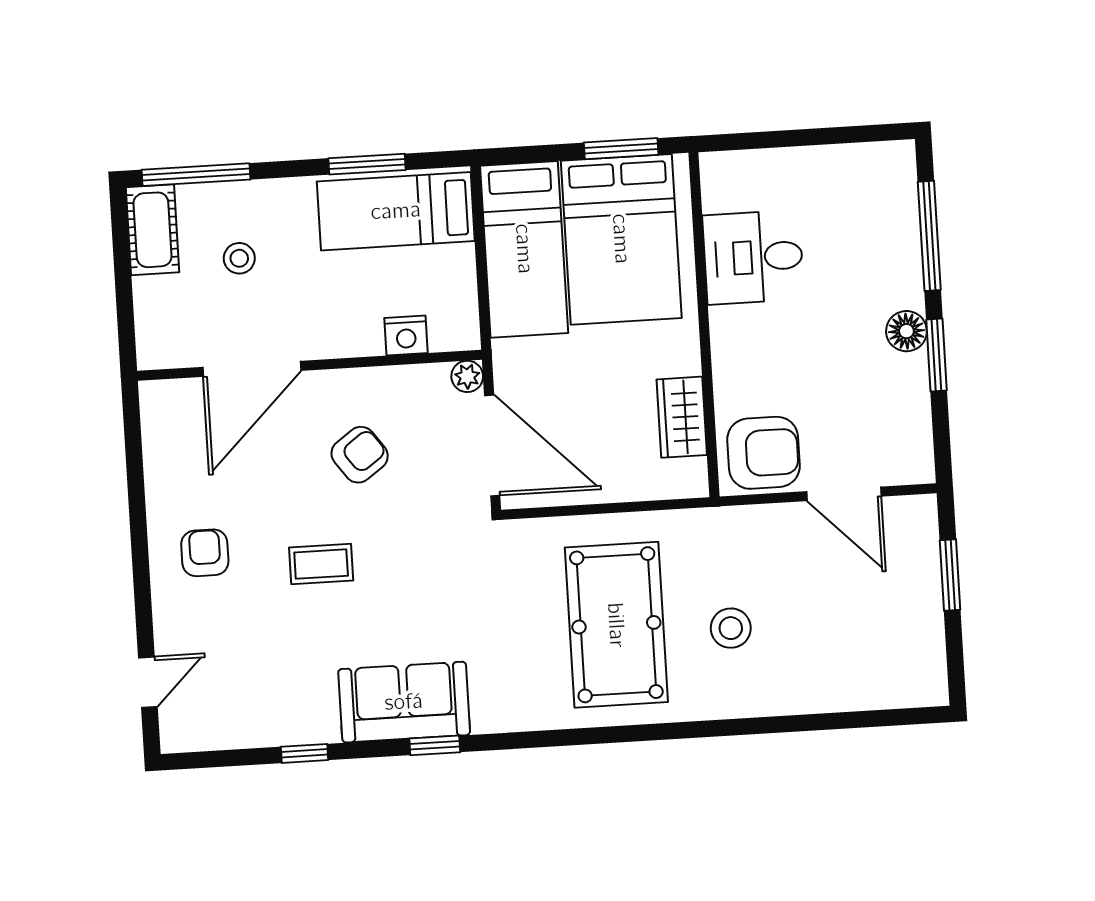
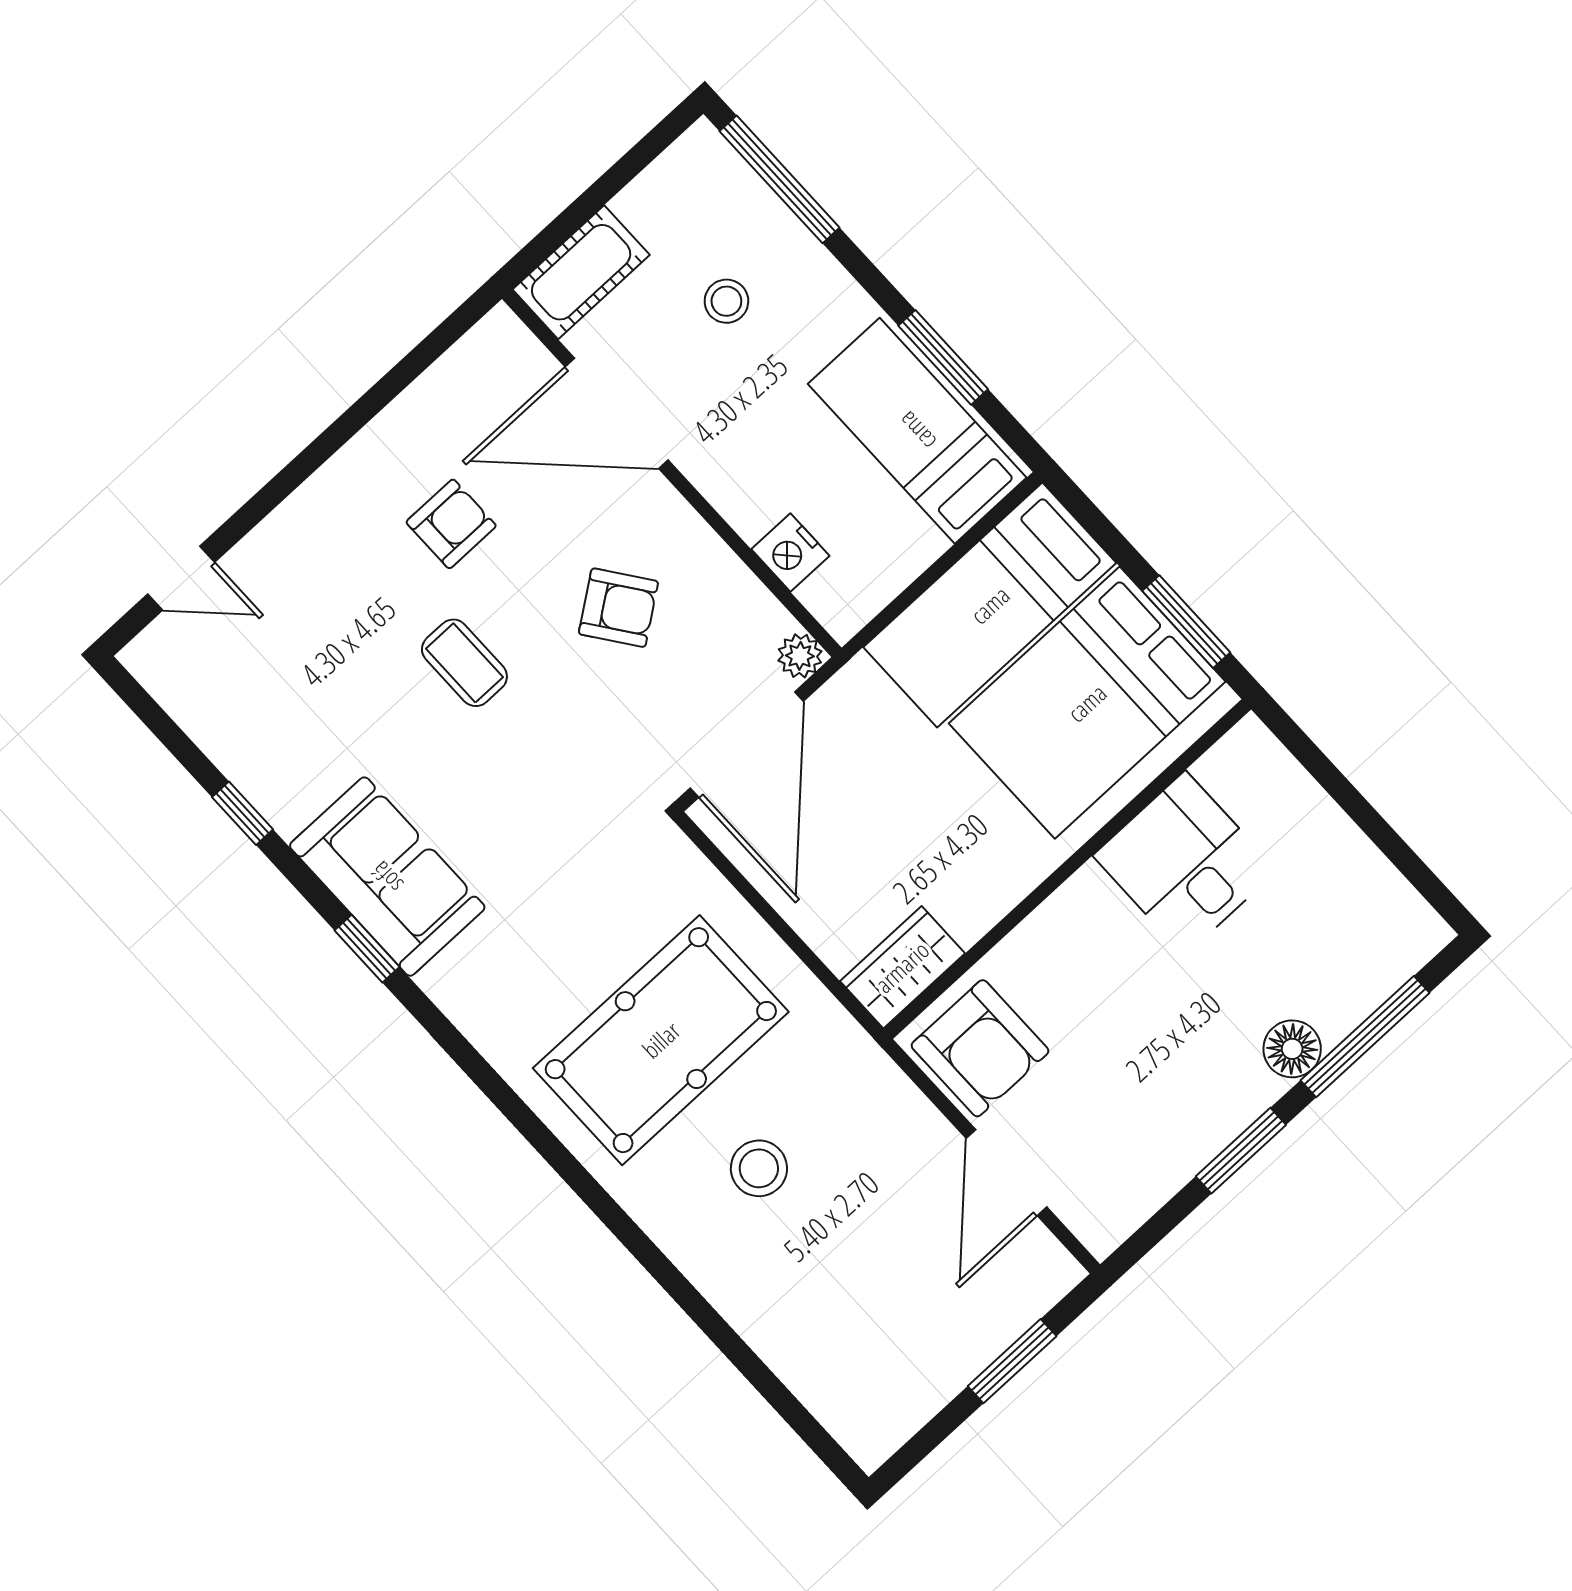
cot: (152, 230) -> (581, 272), moved
floor lamp: (906, 331) -> (1292, 1049), moved
wardrobe: (682, 417) -> (902, 967), moved
armchair: (205, 553) -> (451, 524), moved

